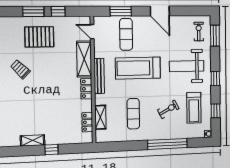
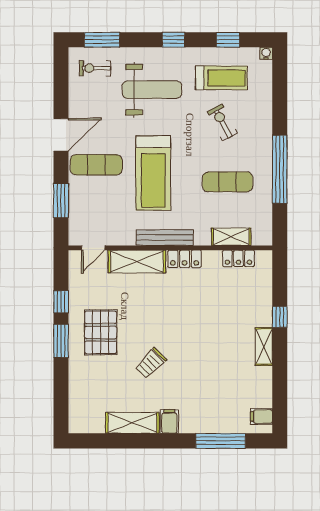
exercise mat: (126, 34) -> (96, 165), moved
weight bench: (187, 66) -> (152, 90), turned -90
window: (167, 144) -> (280, 169), moved

